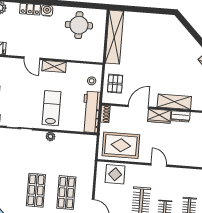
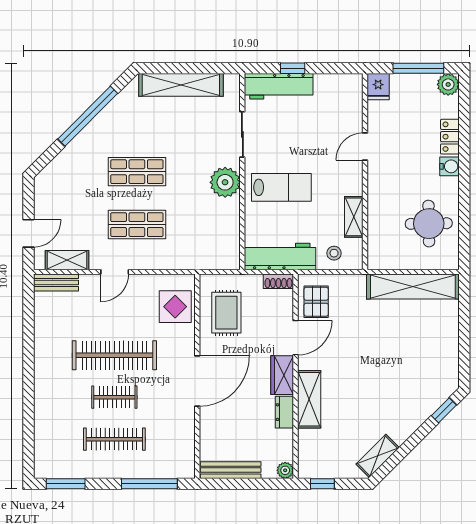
window: (187, 25) -> (444, 410), added
shelving: (54, 66) -> (354, 217), moved
pallet: (115, 84) -> (316, 302), moved, turned 90
door: (138, 107) -> (295, 338), hinge flipped
plant: (50, 136) -> (225, 182), width x1.88, depth x1.88
rug: (121, 145) -> (226, 313), width x0.73, depth x0.70
door: (159, 165) -> (197, 381), width x1.88

